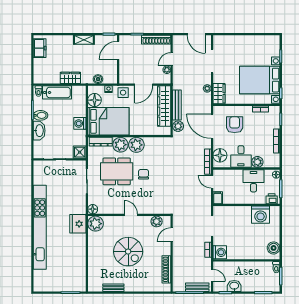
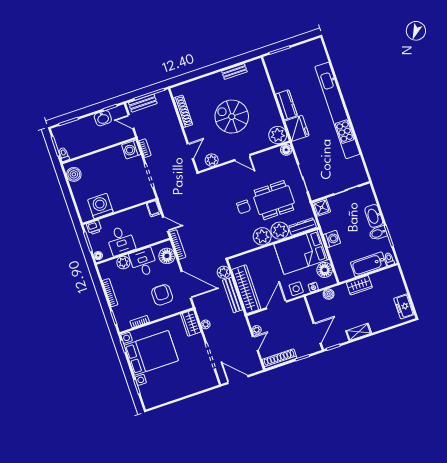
armchair: (235, 125) -> (162, 295), turned 180
kitchen counter: (80, 246) -> (287, 105), added

